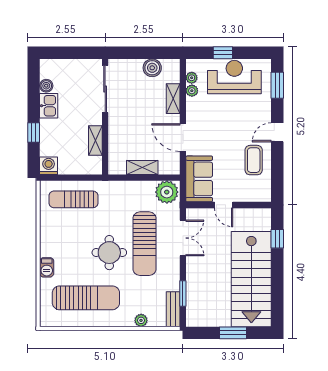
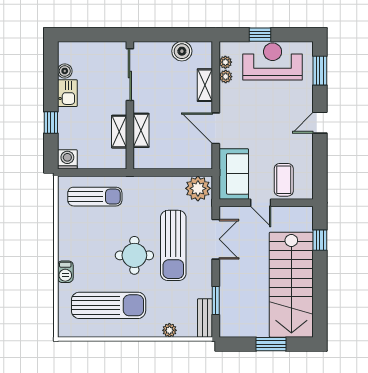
coffee table: (254, 160) -> (284, 180), moved
shelving: (142, 167) -> (141, 130), moved, turned 90
sun lounger: (73, 199) -> (95, 197), turned 180

